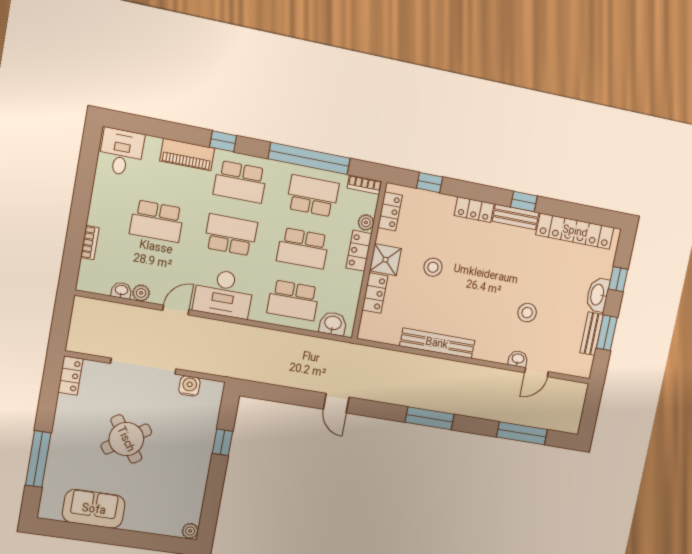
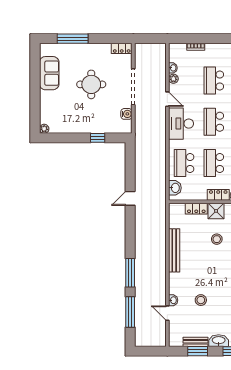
school desk: (231, 235) -> (214, 122), turned 180
window: (430, 418) -> (130, 273), moved
round table: (126, 439) -> (91, 84), turned 34

